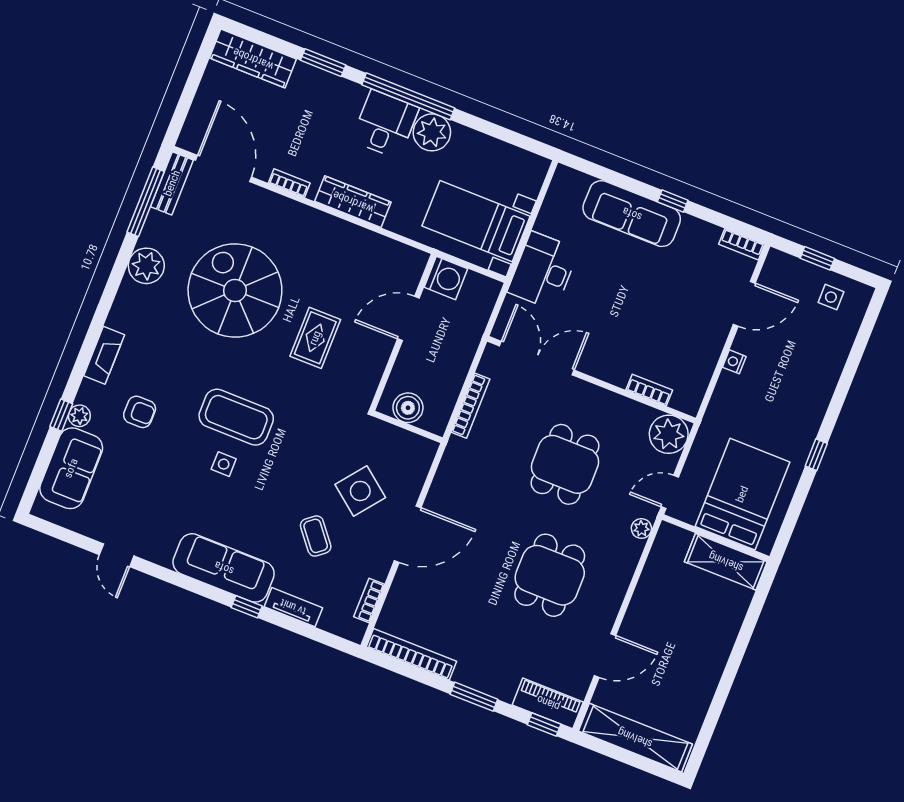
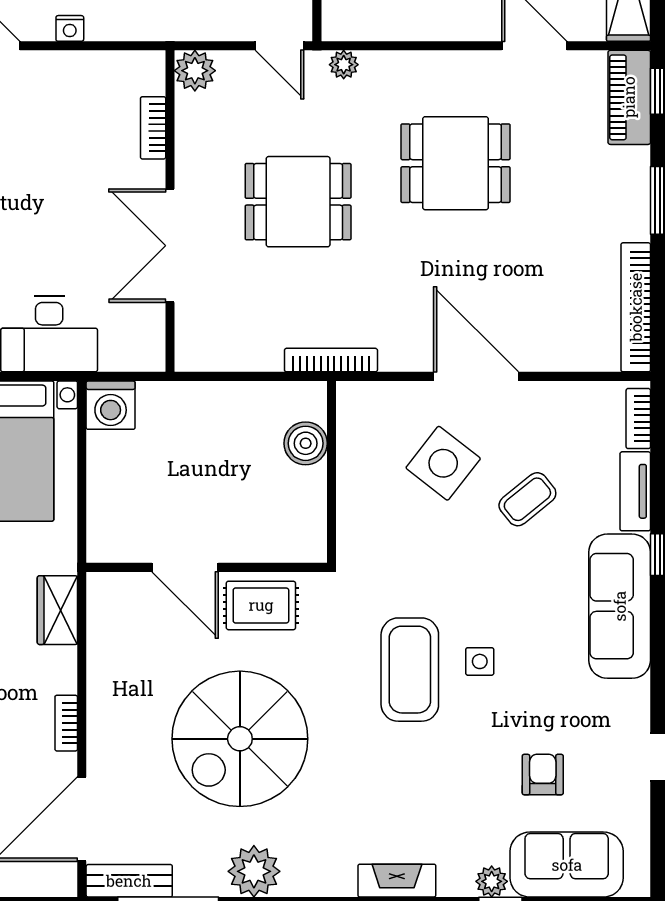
wardrobe: (353, 202) -> (57, 610), width x0.67
washing machine: (446, 278) -> (111, 405), moved, turned 180
door: (408, 319) -> (185, 567), moved
wall: (403, 332) -> (207, 567), moved
double door: (537, 358) -> (170, 246), moved
bookcase: (471, 406) -> (331, 360), moved
armchair: (140, 412) -> (543, 775), moved
plant: (669, 434) -> (195, 71), width x0.73, depth x0.73
bookcase: (369, 601) -> (638, 419), moved, turned 90

